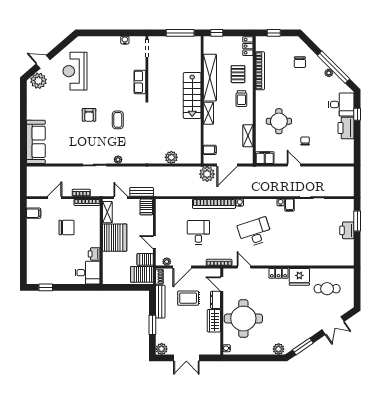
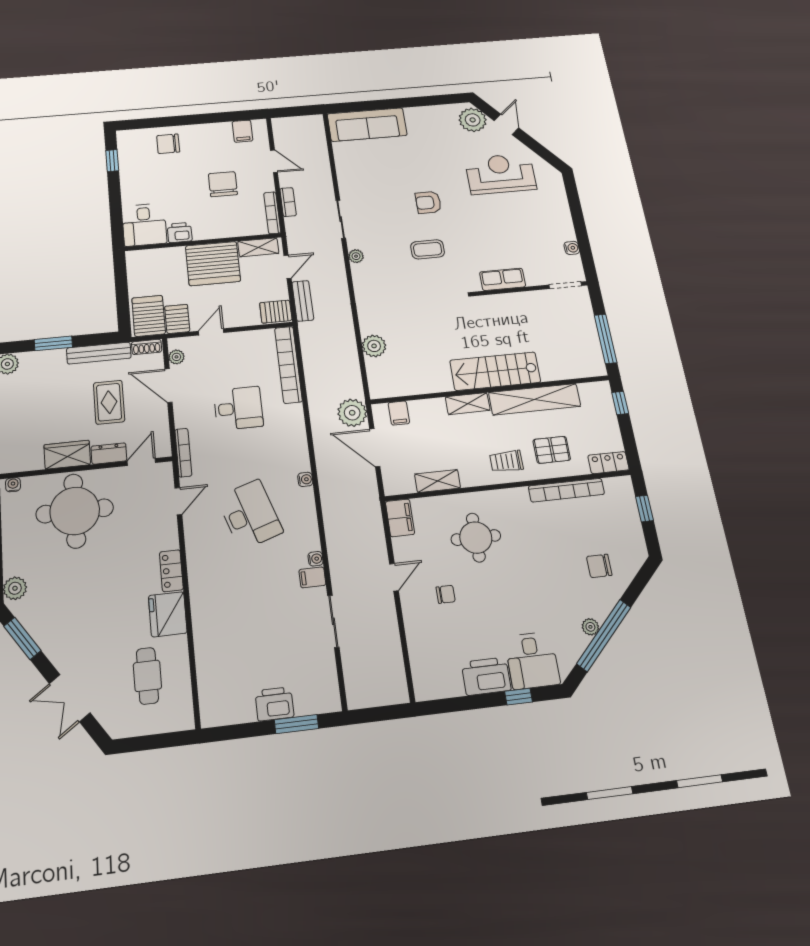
bookcase: (214, 204) -> (288, 365), moved
chair: (67, 228) -> (223, 184), turned 180
chair: (38, 256) -> (168, 144), added

